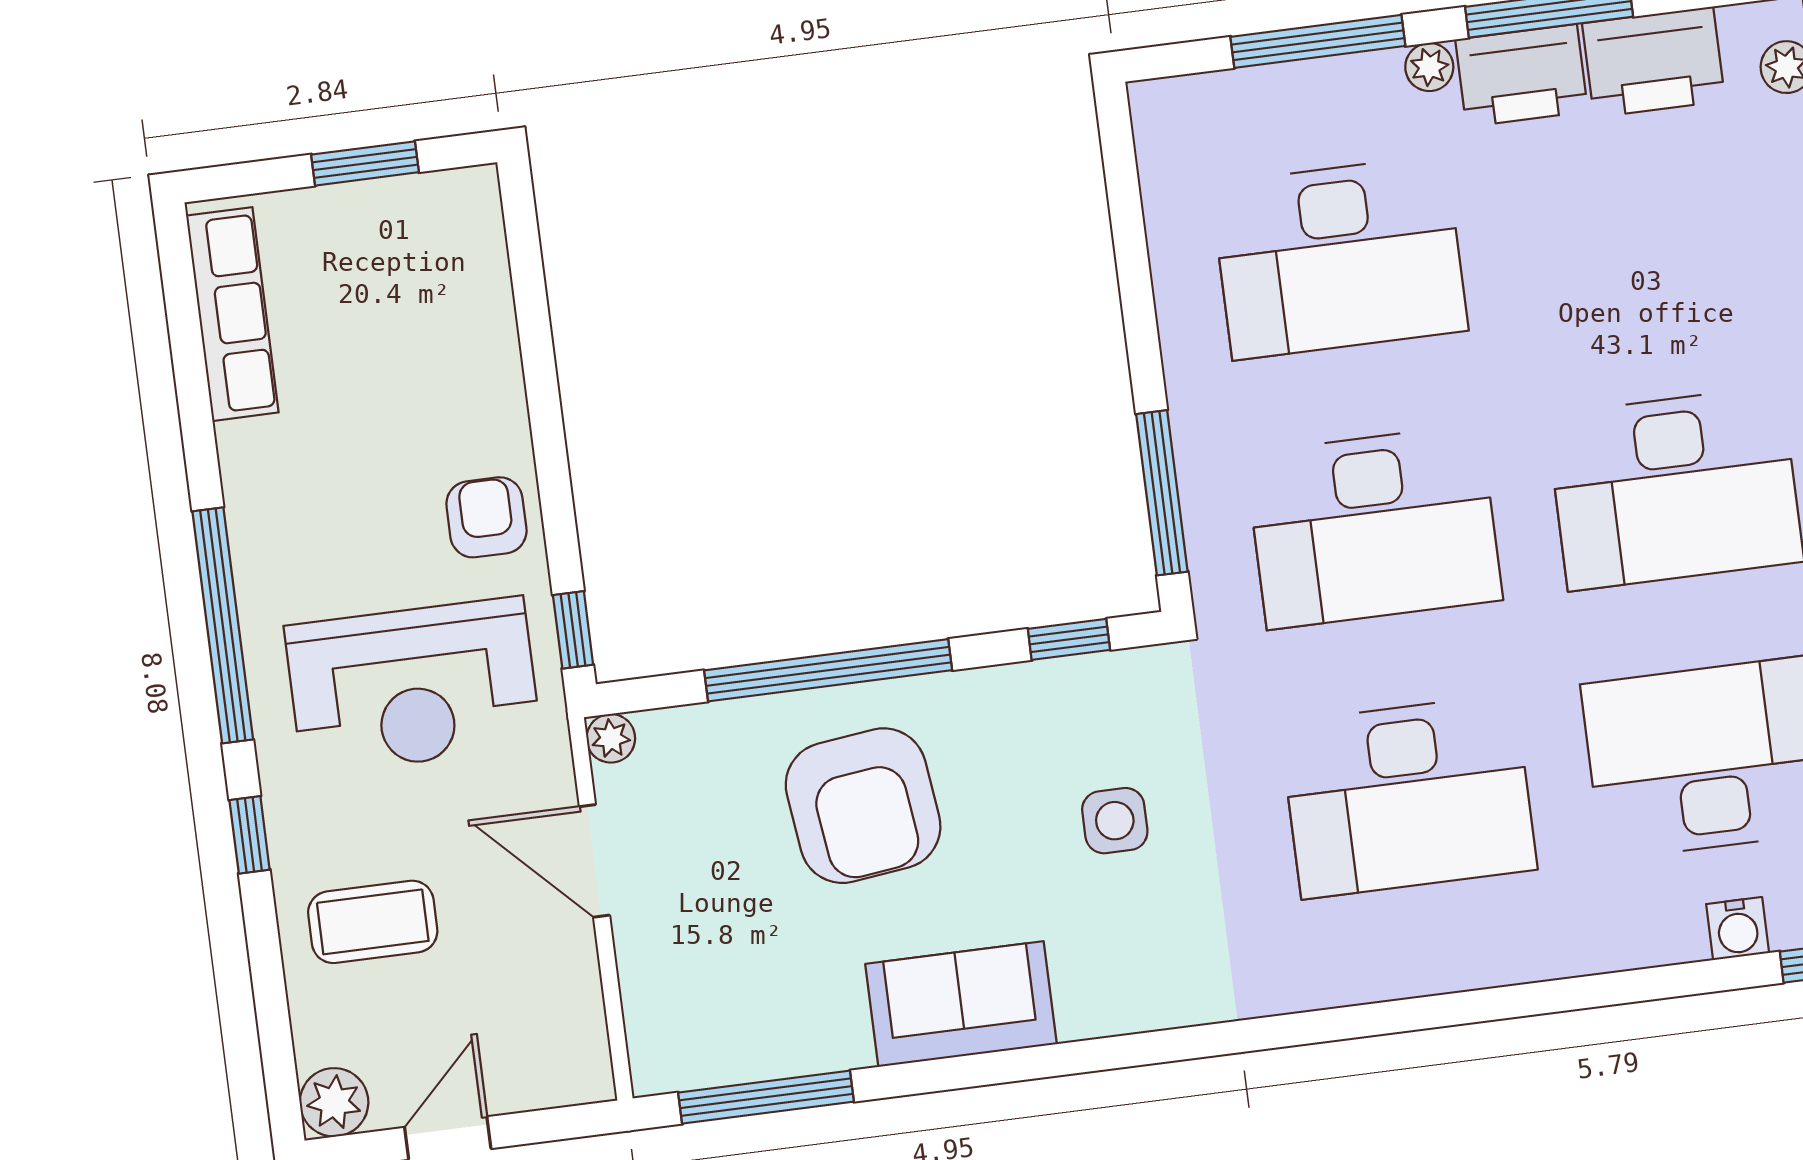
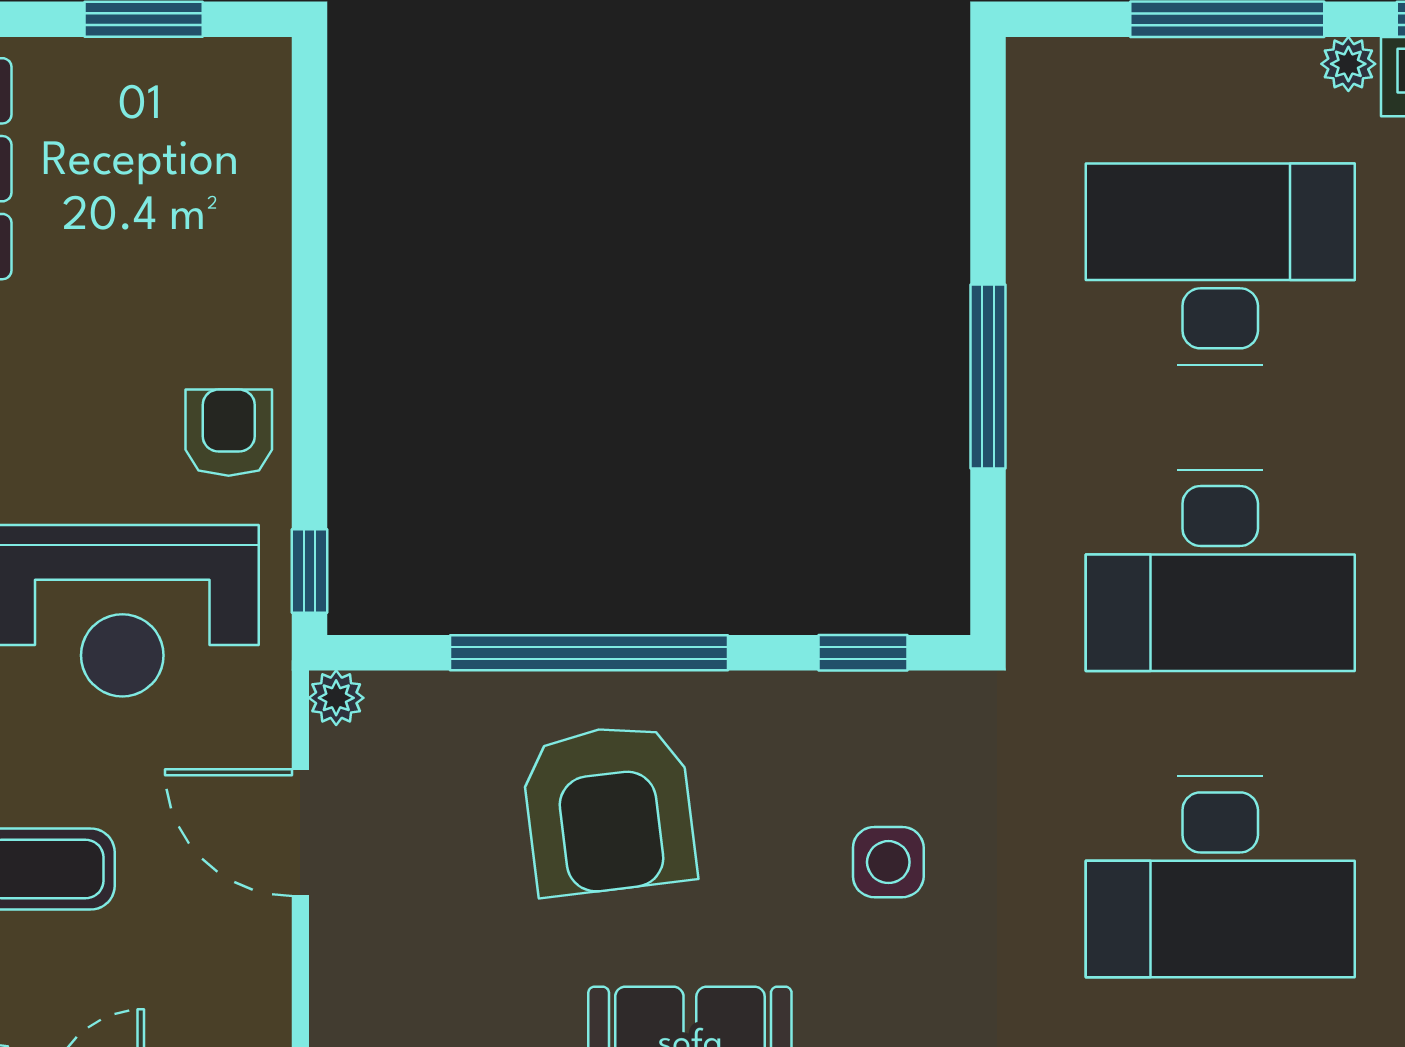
desk: (1339, 257) -> (1220, 264), turned 180
window: (1162, 493) -> (988, 376), moved

